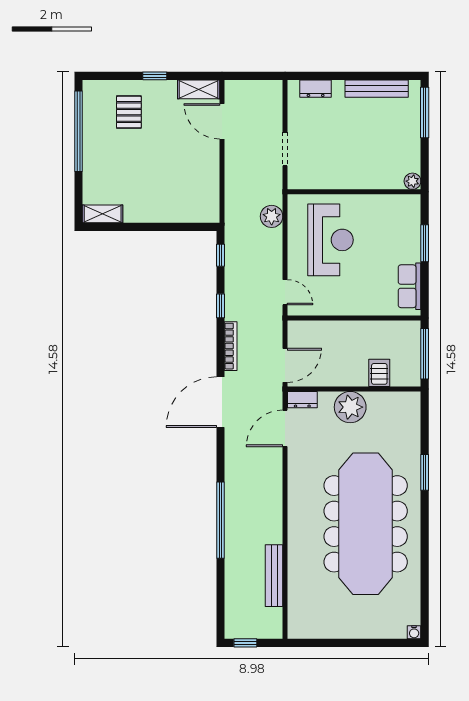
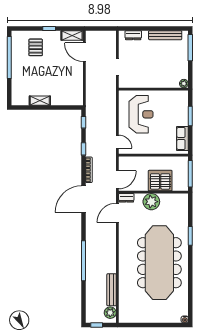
shelving: (103, 214) -> (40, 101), moved
plant: (272, 216) -> (110, 313), moved
server rack: (379, 373) -> (160, 181), width x2.18, depth x1.44

